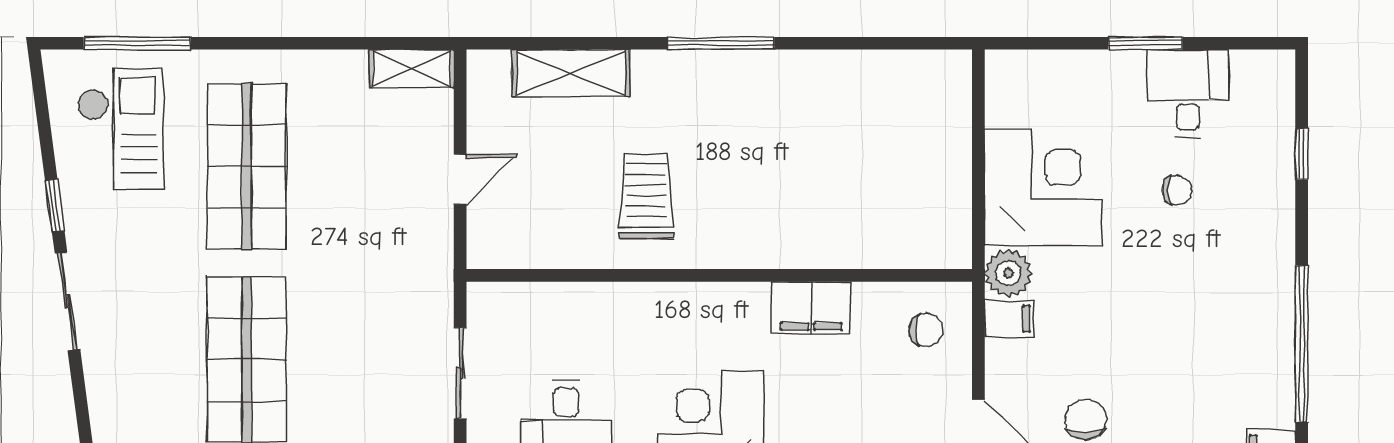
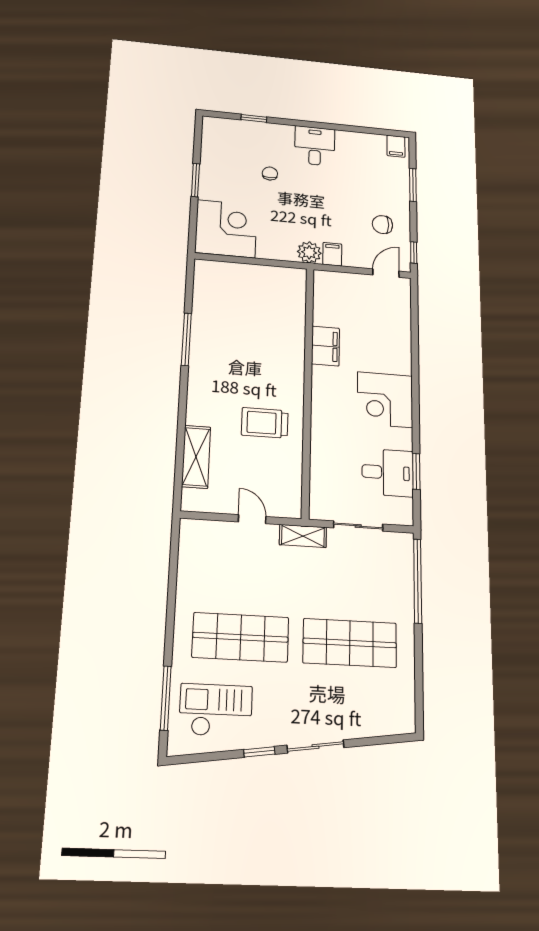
window: (721, 43) -> (186, 339), moved
shelving: (412, 68) -> (303, 536), moved, turned 90
desk: (1188, 93) -> (315, 146), moved, turned 90
corner desk: (1043, 187) -> (226, 229), moved, turned 90
chair: (926, 330) -> (337, 293), removed
window: (1302, 344) -> (346, 128), removed

